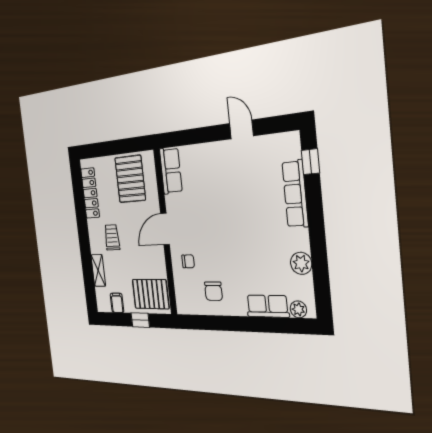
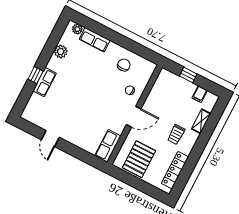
window: (310, 162) -> (36, 75), moved
row of seats: (295, 194) -> (45, 82), width x0.68
pallet: (151, 294) -> (170, 86), removed

